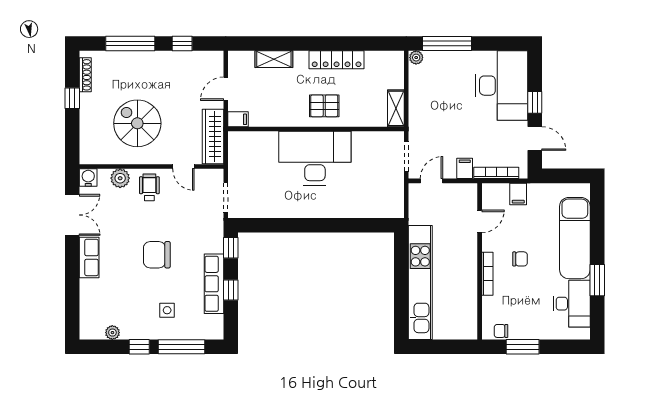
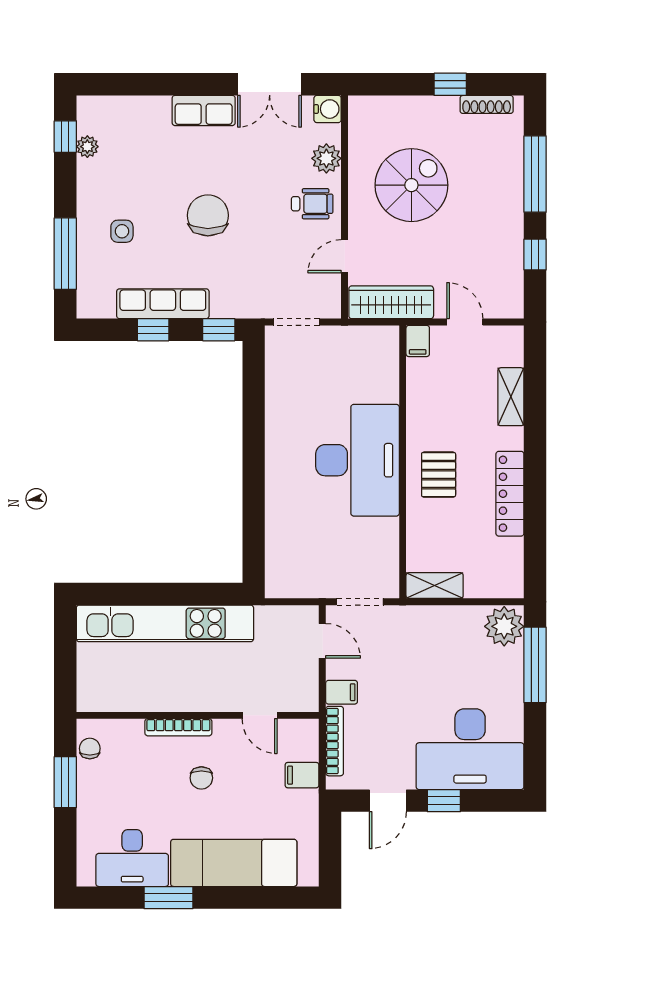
plant: (416, 58) -> (504, 626), width x1.87, depth x1.87
window: (139, 347) -> (65, 137), moved

